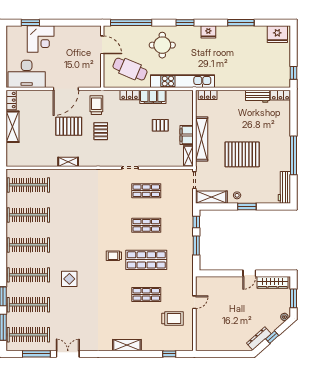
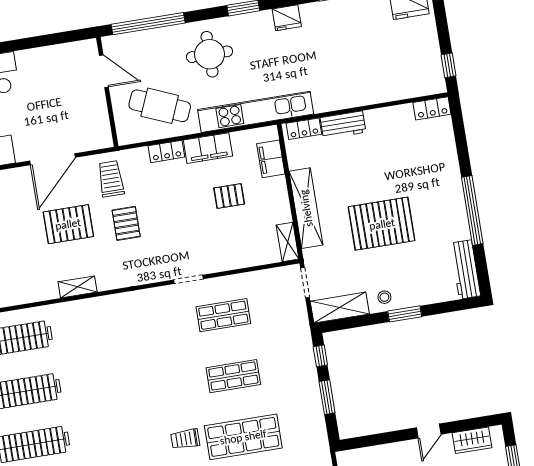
workbench: (258, 96) -> (343, 125), moved
filing cabinet: (187, 135) -> (271, 159), moved
wardrobe: (273, 282) -> (472, 440), width x0.67

